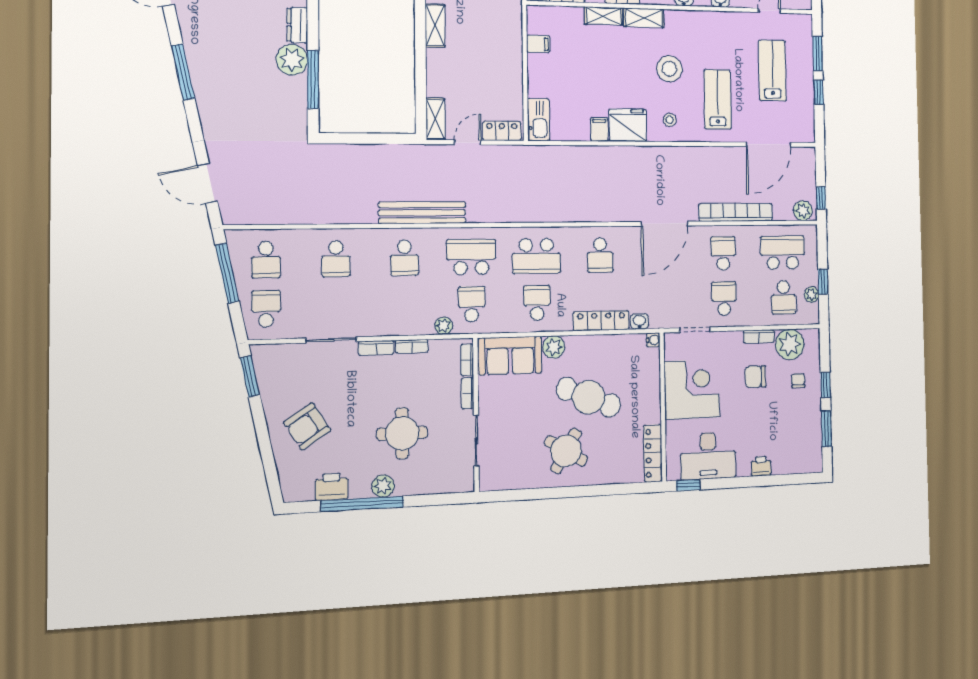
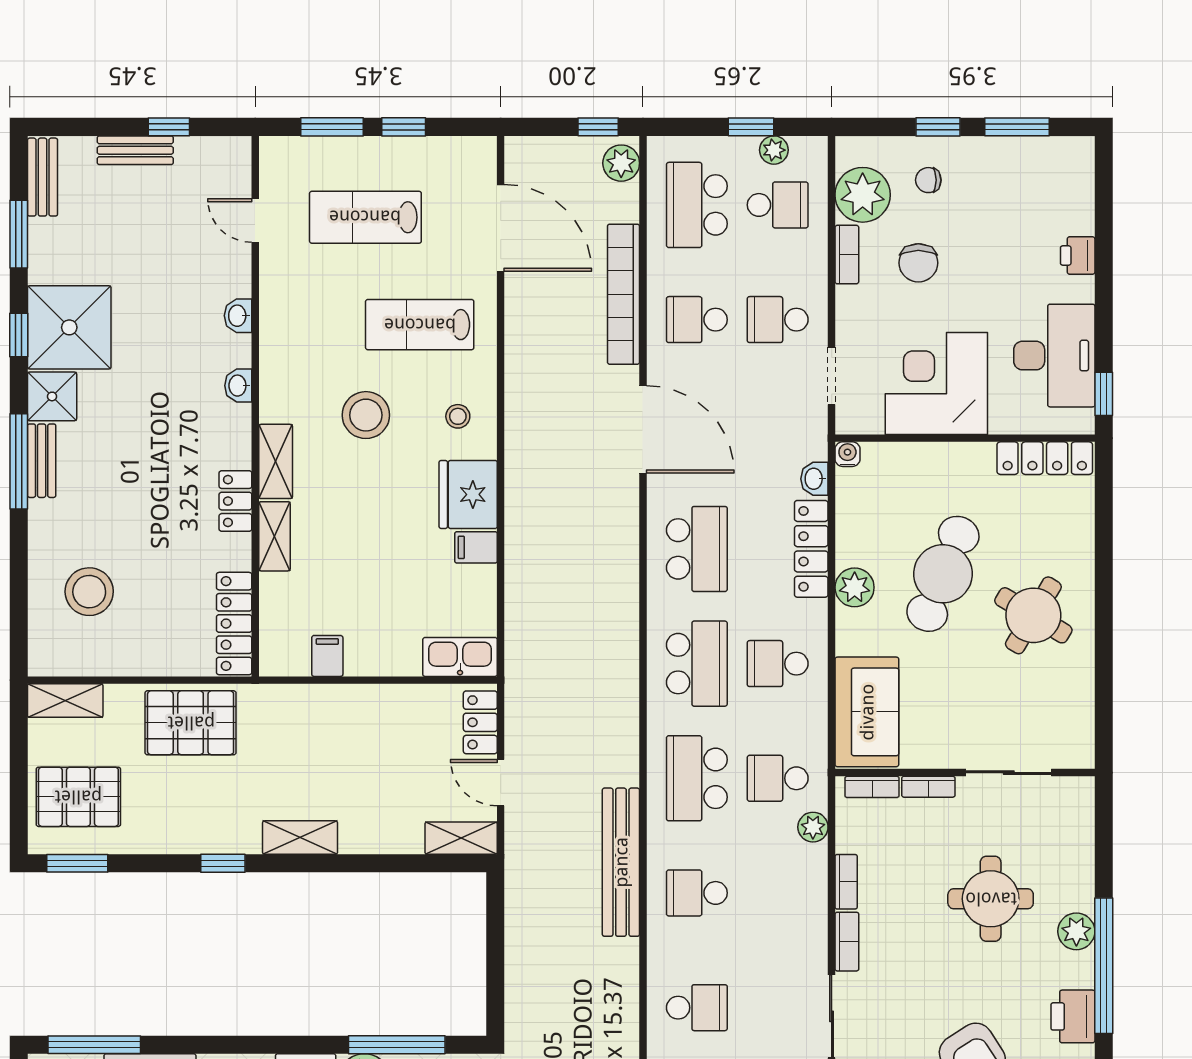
school desk: (600, 255) -> (697, 549), width x1.85
school desk: (404, 258) -> (697, 893), turned 180
plant: (554, 347) -> (855, 587), moved

